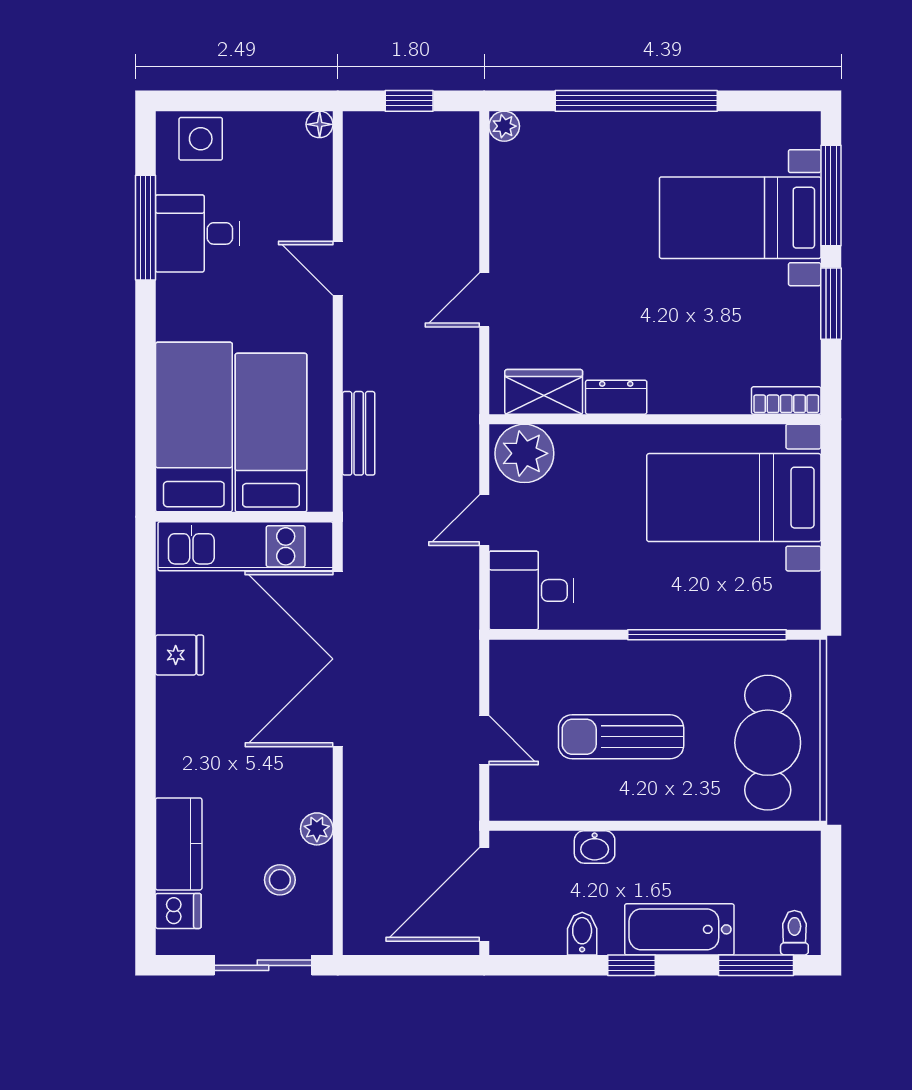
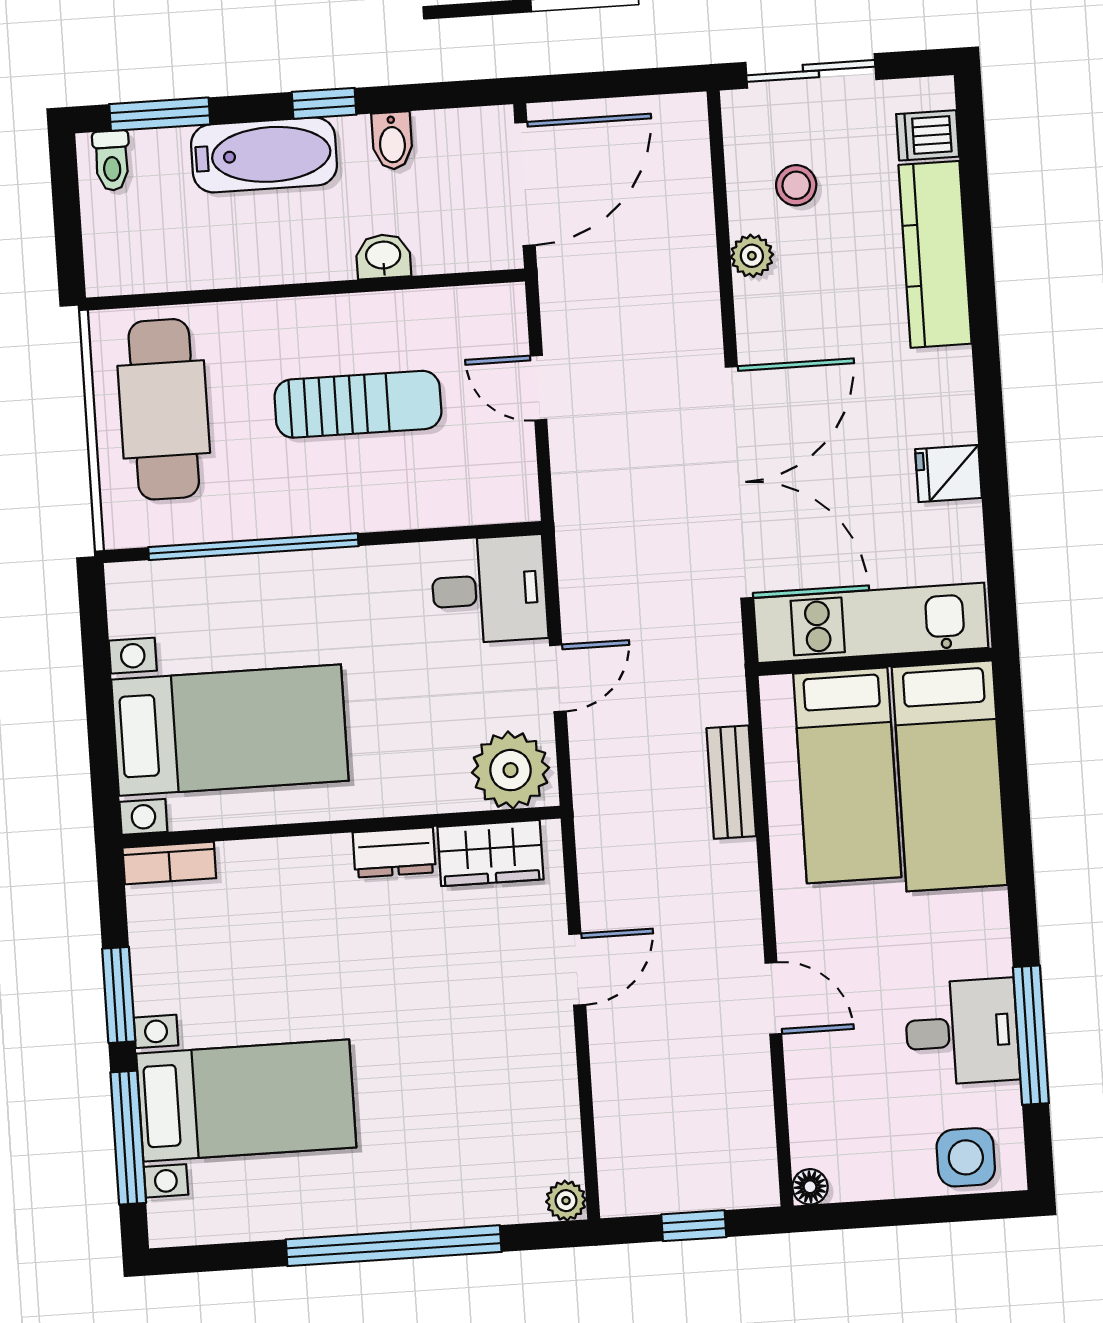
kitchen counter: (179, 844) -> (935, 254), width x1.50

